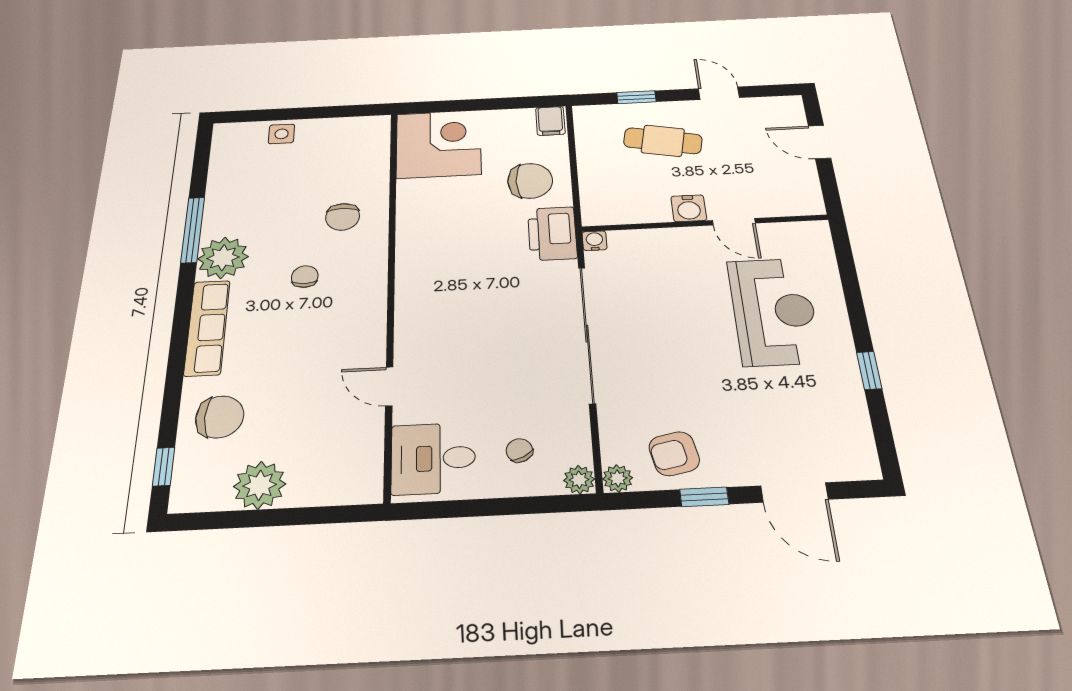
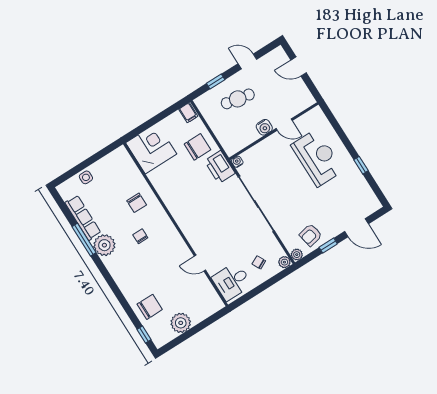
row of seats: (207, 328) -> (83, 218), moved

